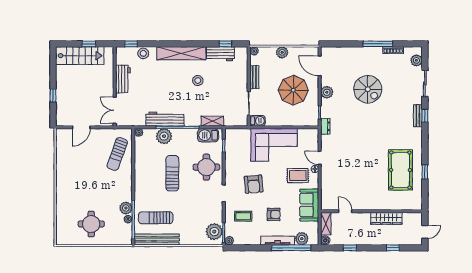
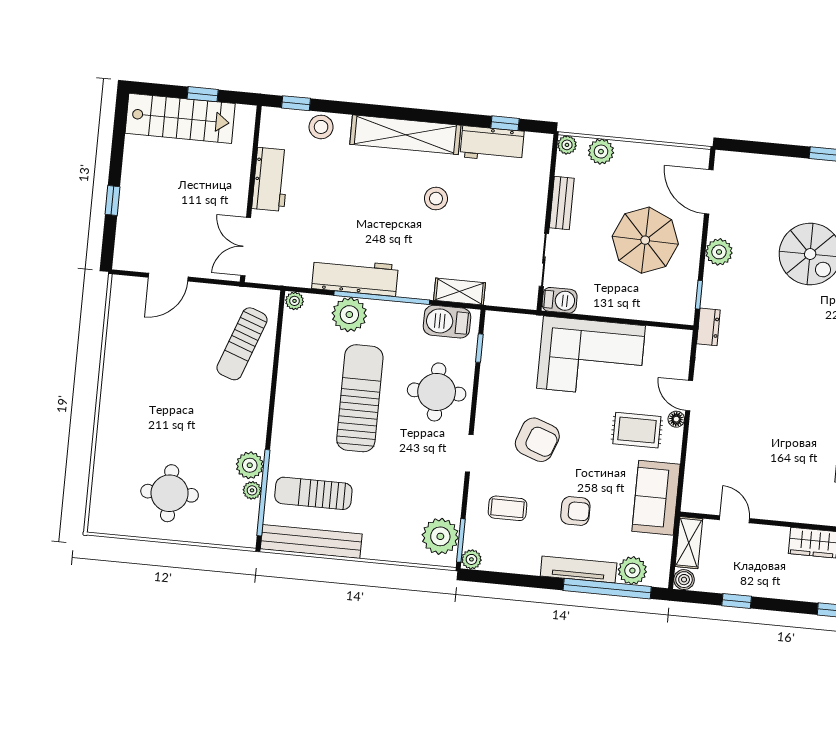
plant: (282, 52) -> (601, 152), moved
sun lounger: (172, 173) -> (360, 398), width x1.36, depth x1.34
armchair: (254, 184) -> (537, 440), turned -65

